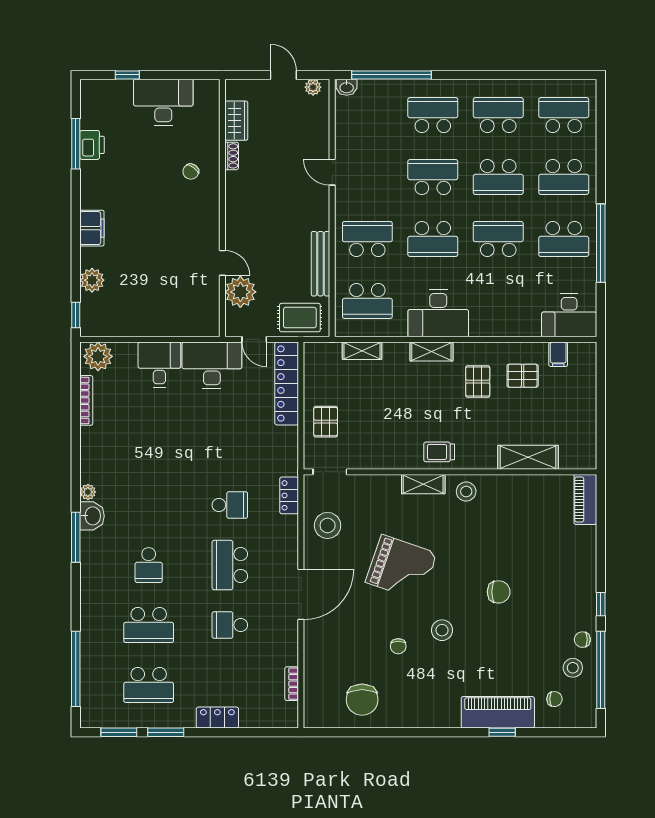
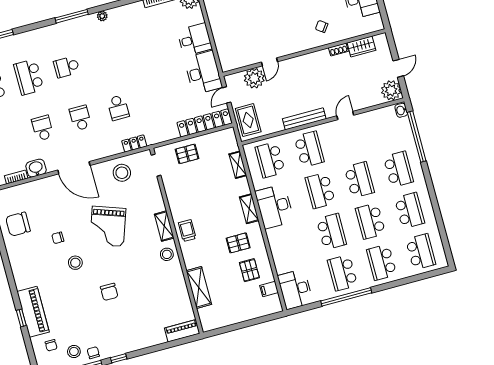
plant: (313, 87) -> (391, 90), width x1.88, depth x1.88
bench: (320, 264) -> (304, 119), moved
washbasin: (92, 516) -> (36, 168), moved, turned 180
school desk: (230, 565) -> (80, 118), width x0.54

